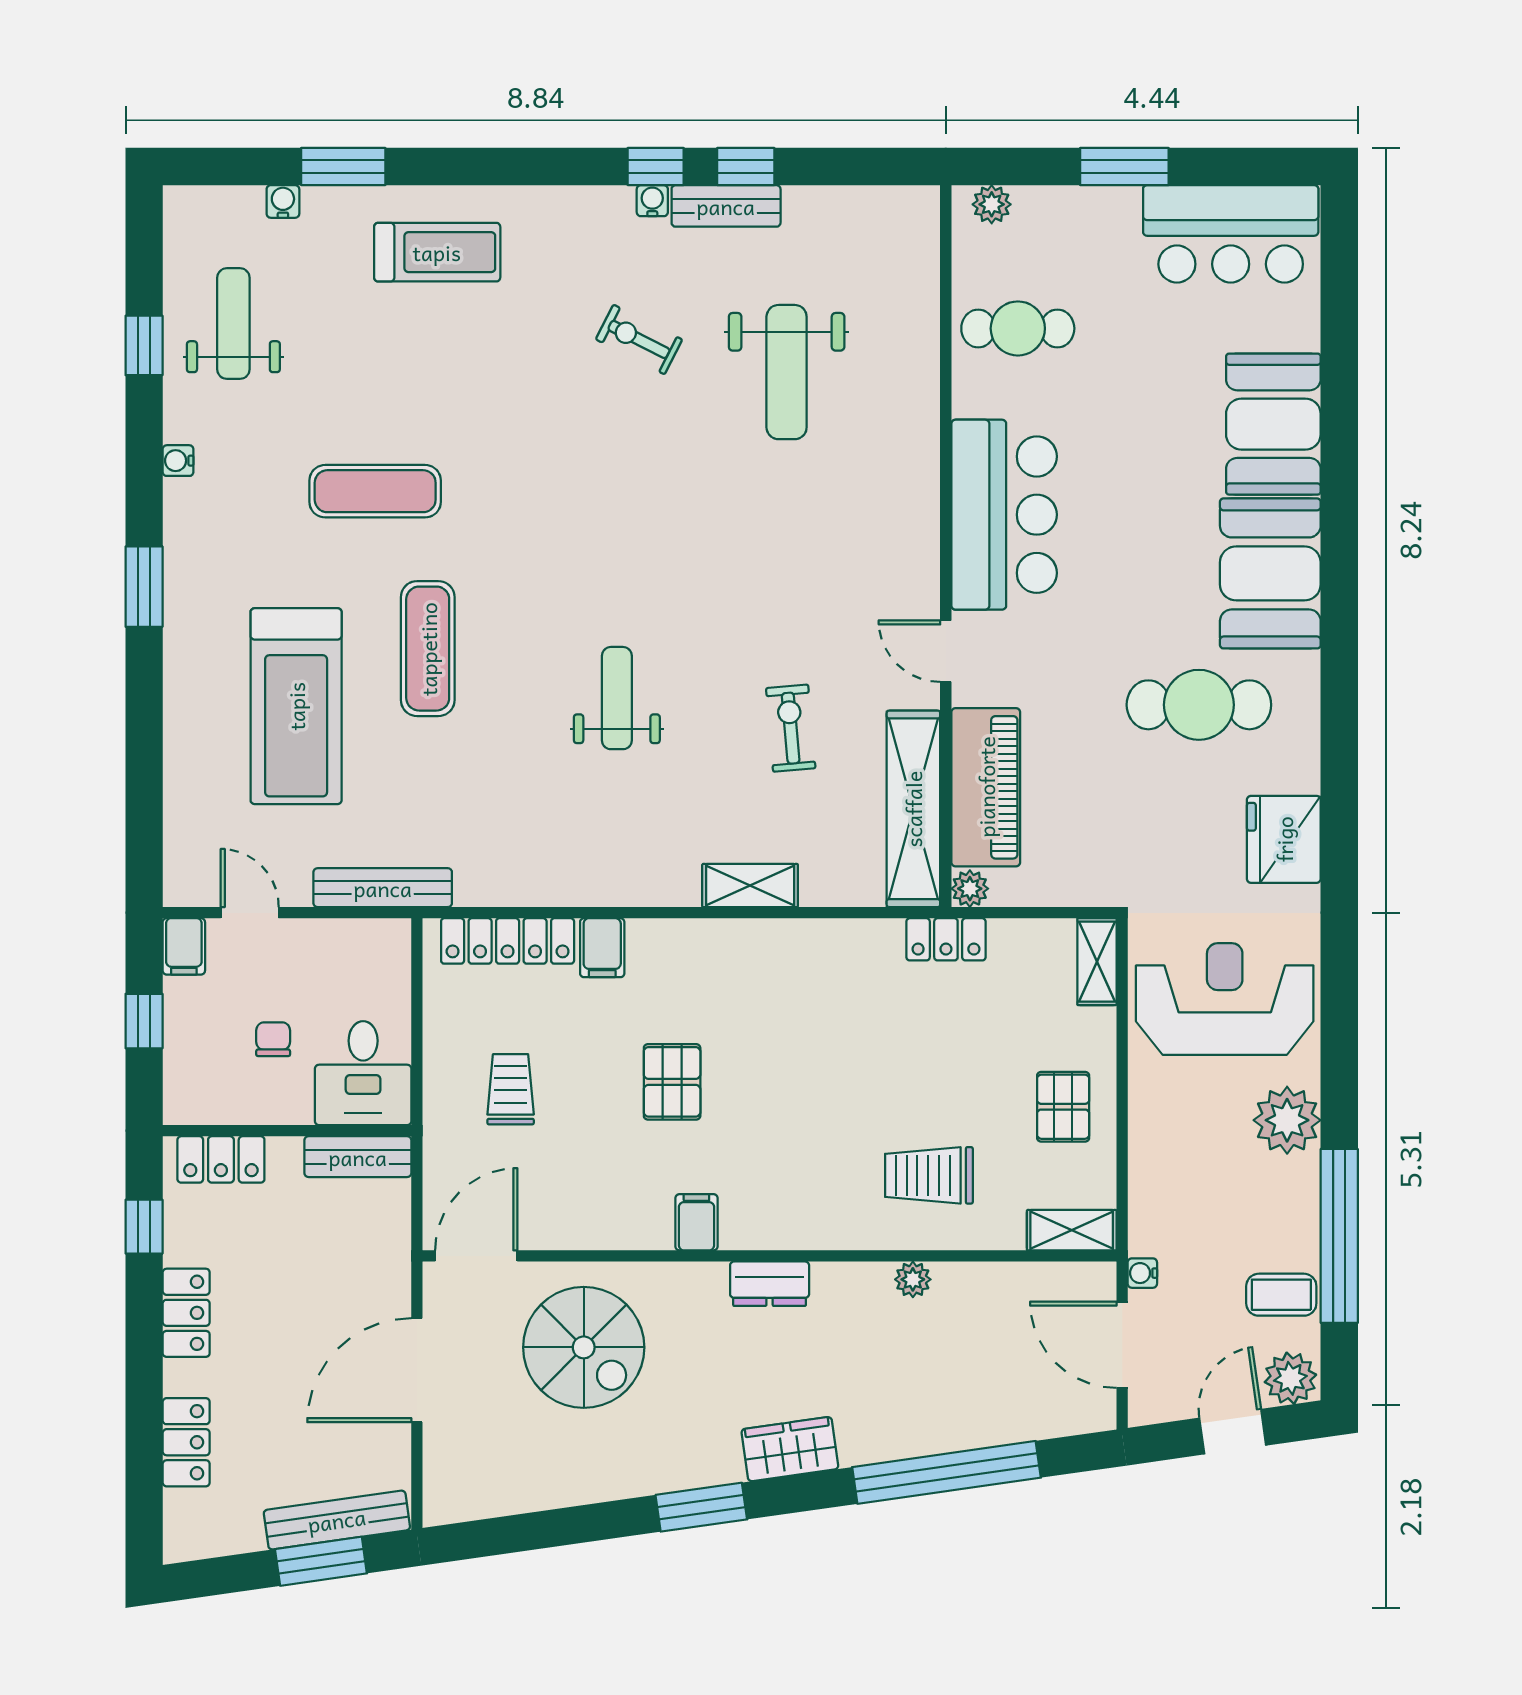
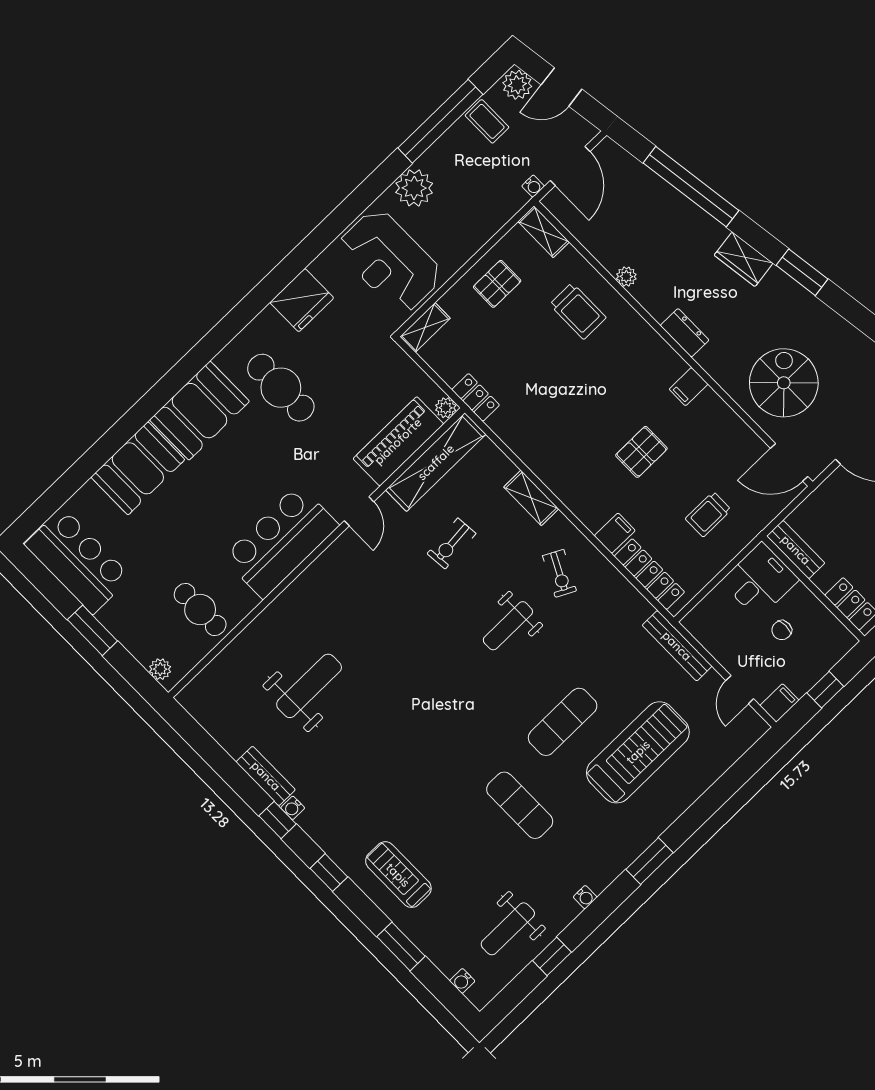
window: (746, 167) -> (329, 873), moved
water cooler: (283, 201) -> (462, 981), moved
exercise bike: (639, 339) -> (560, 573), moved

